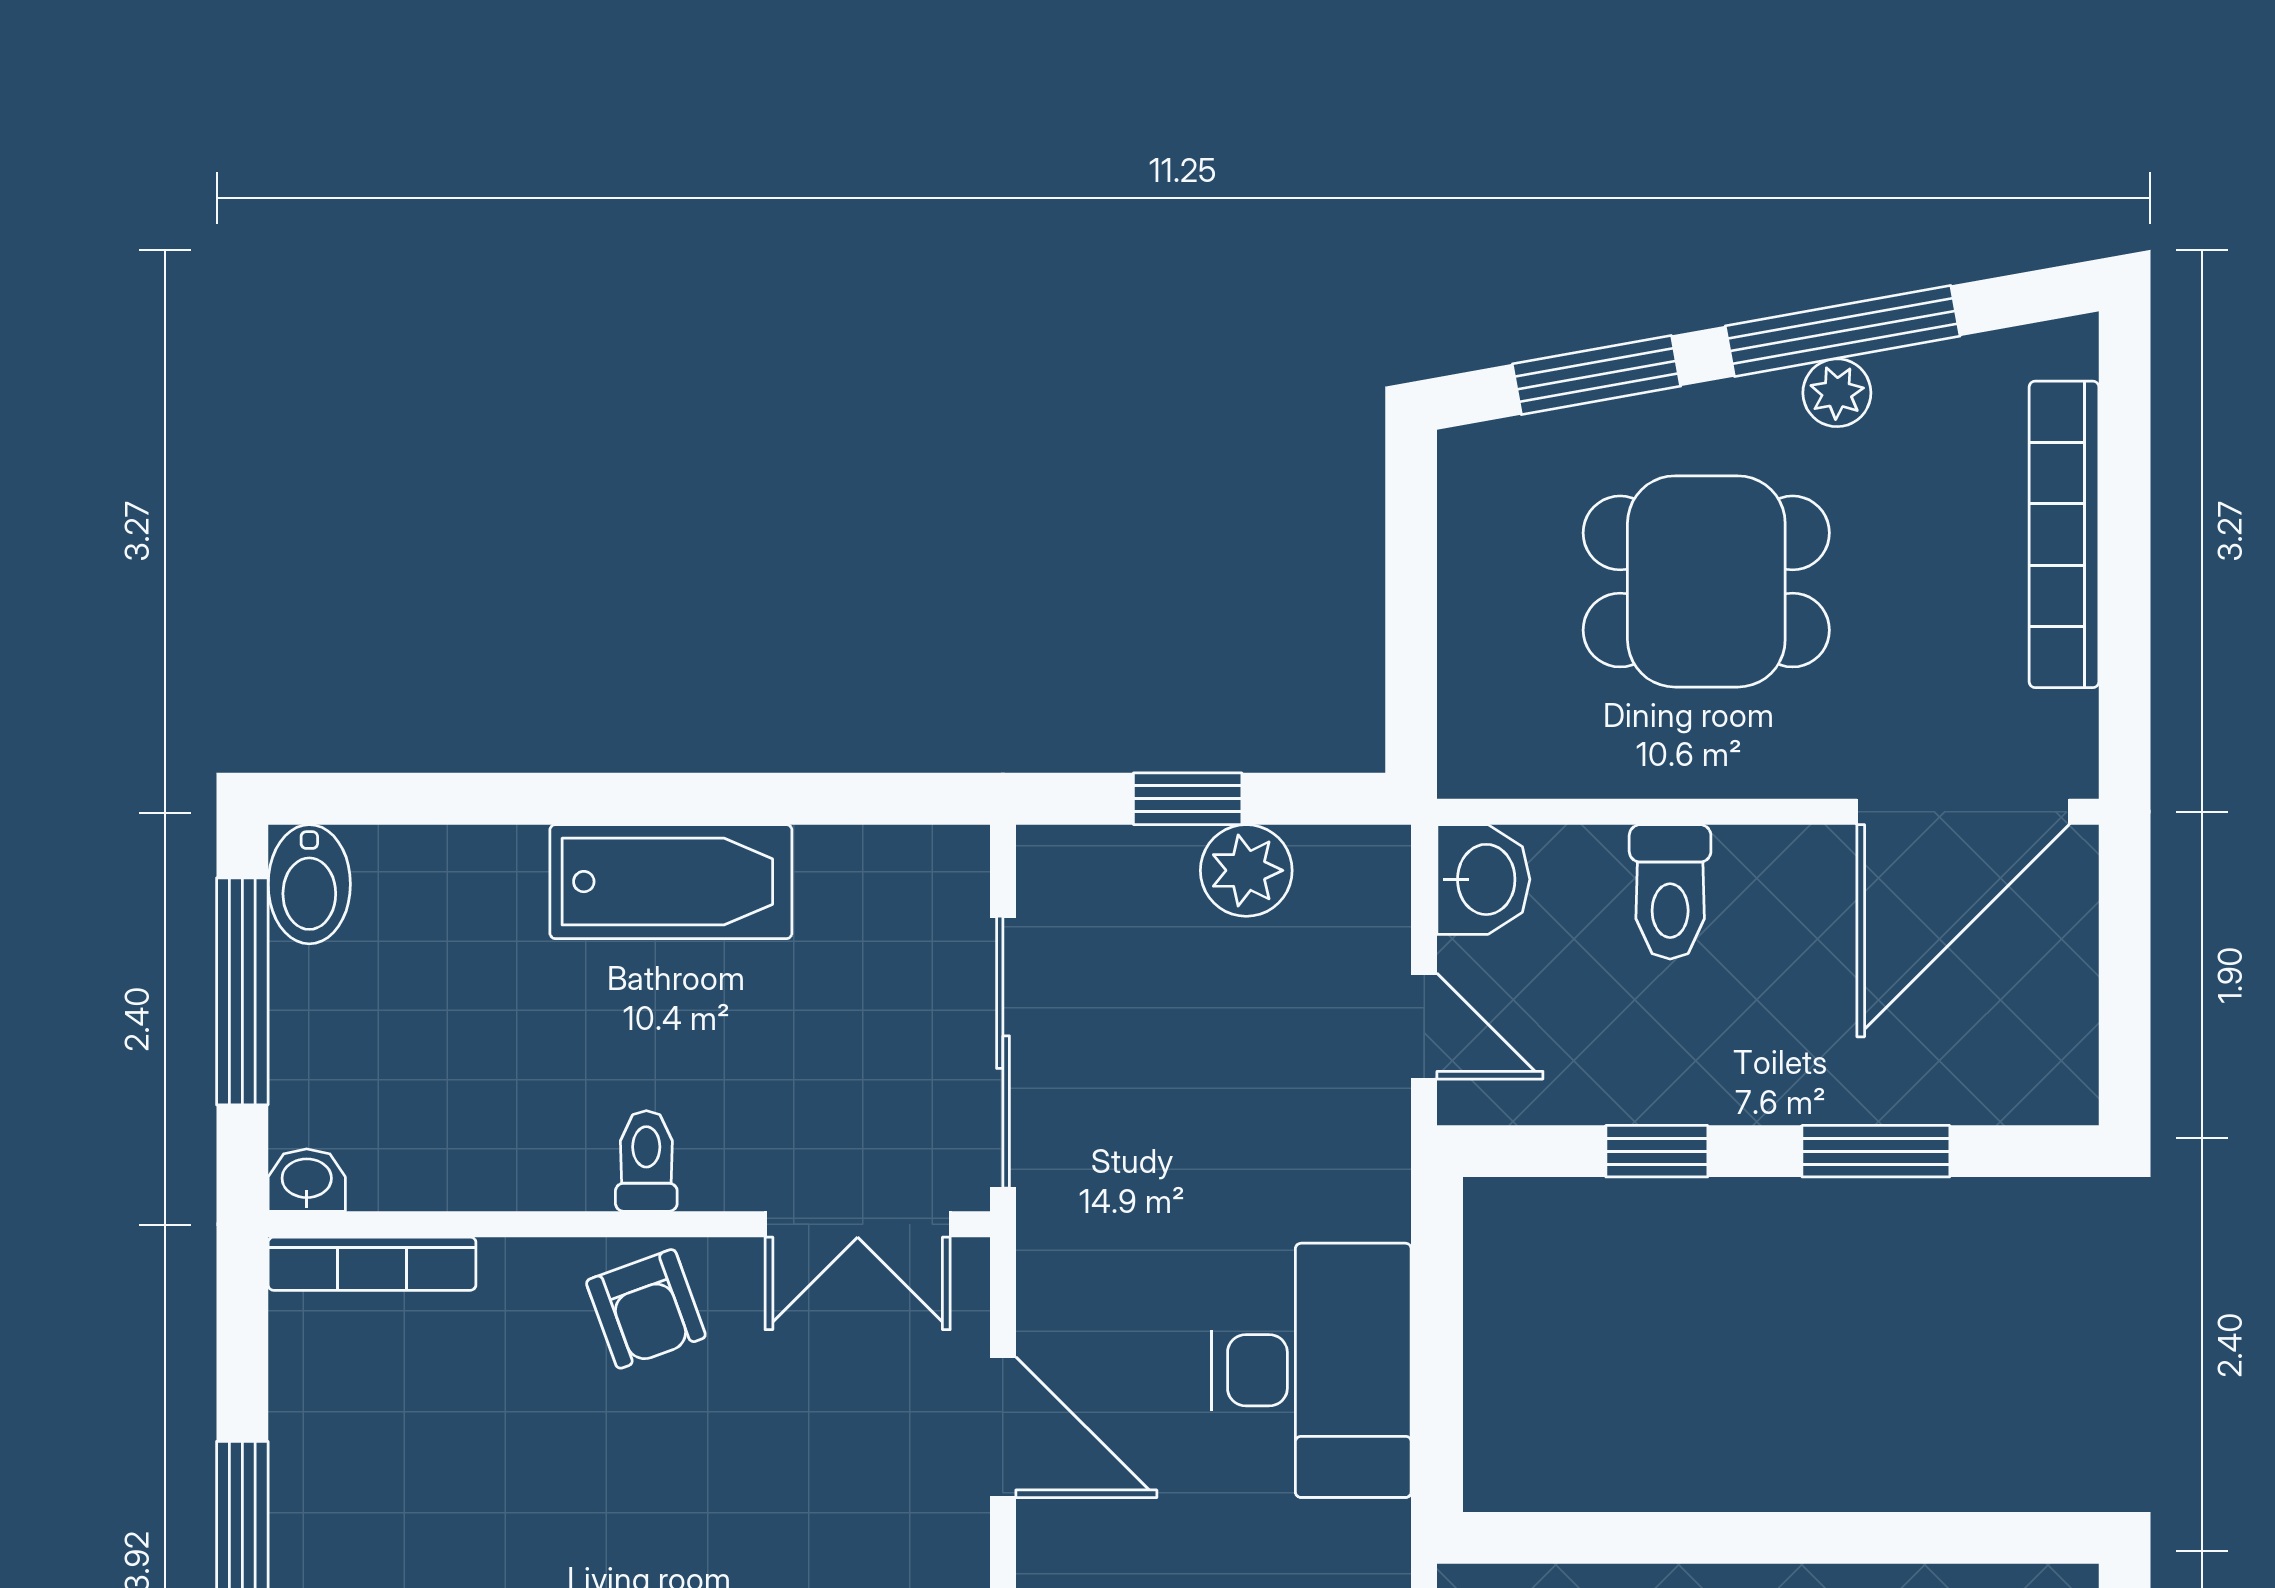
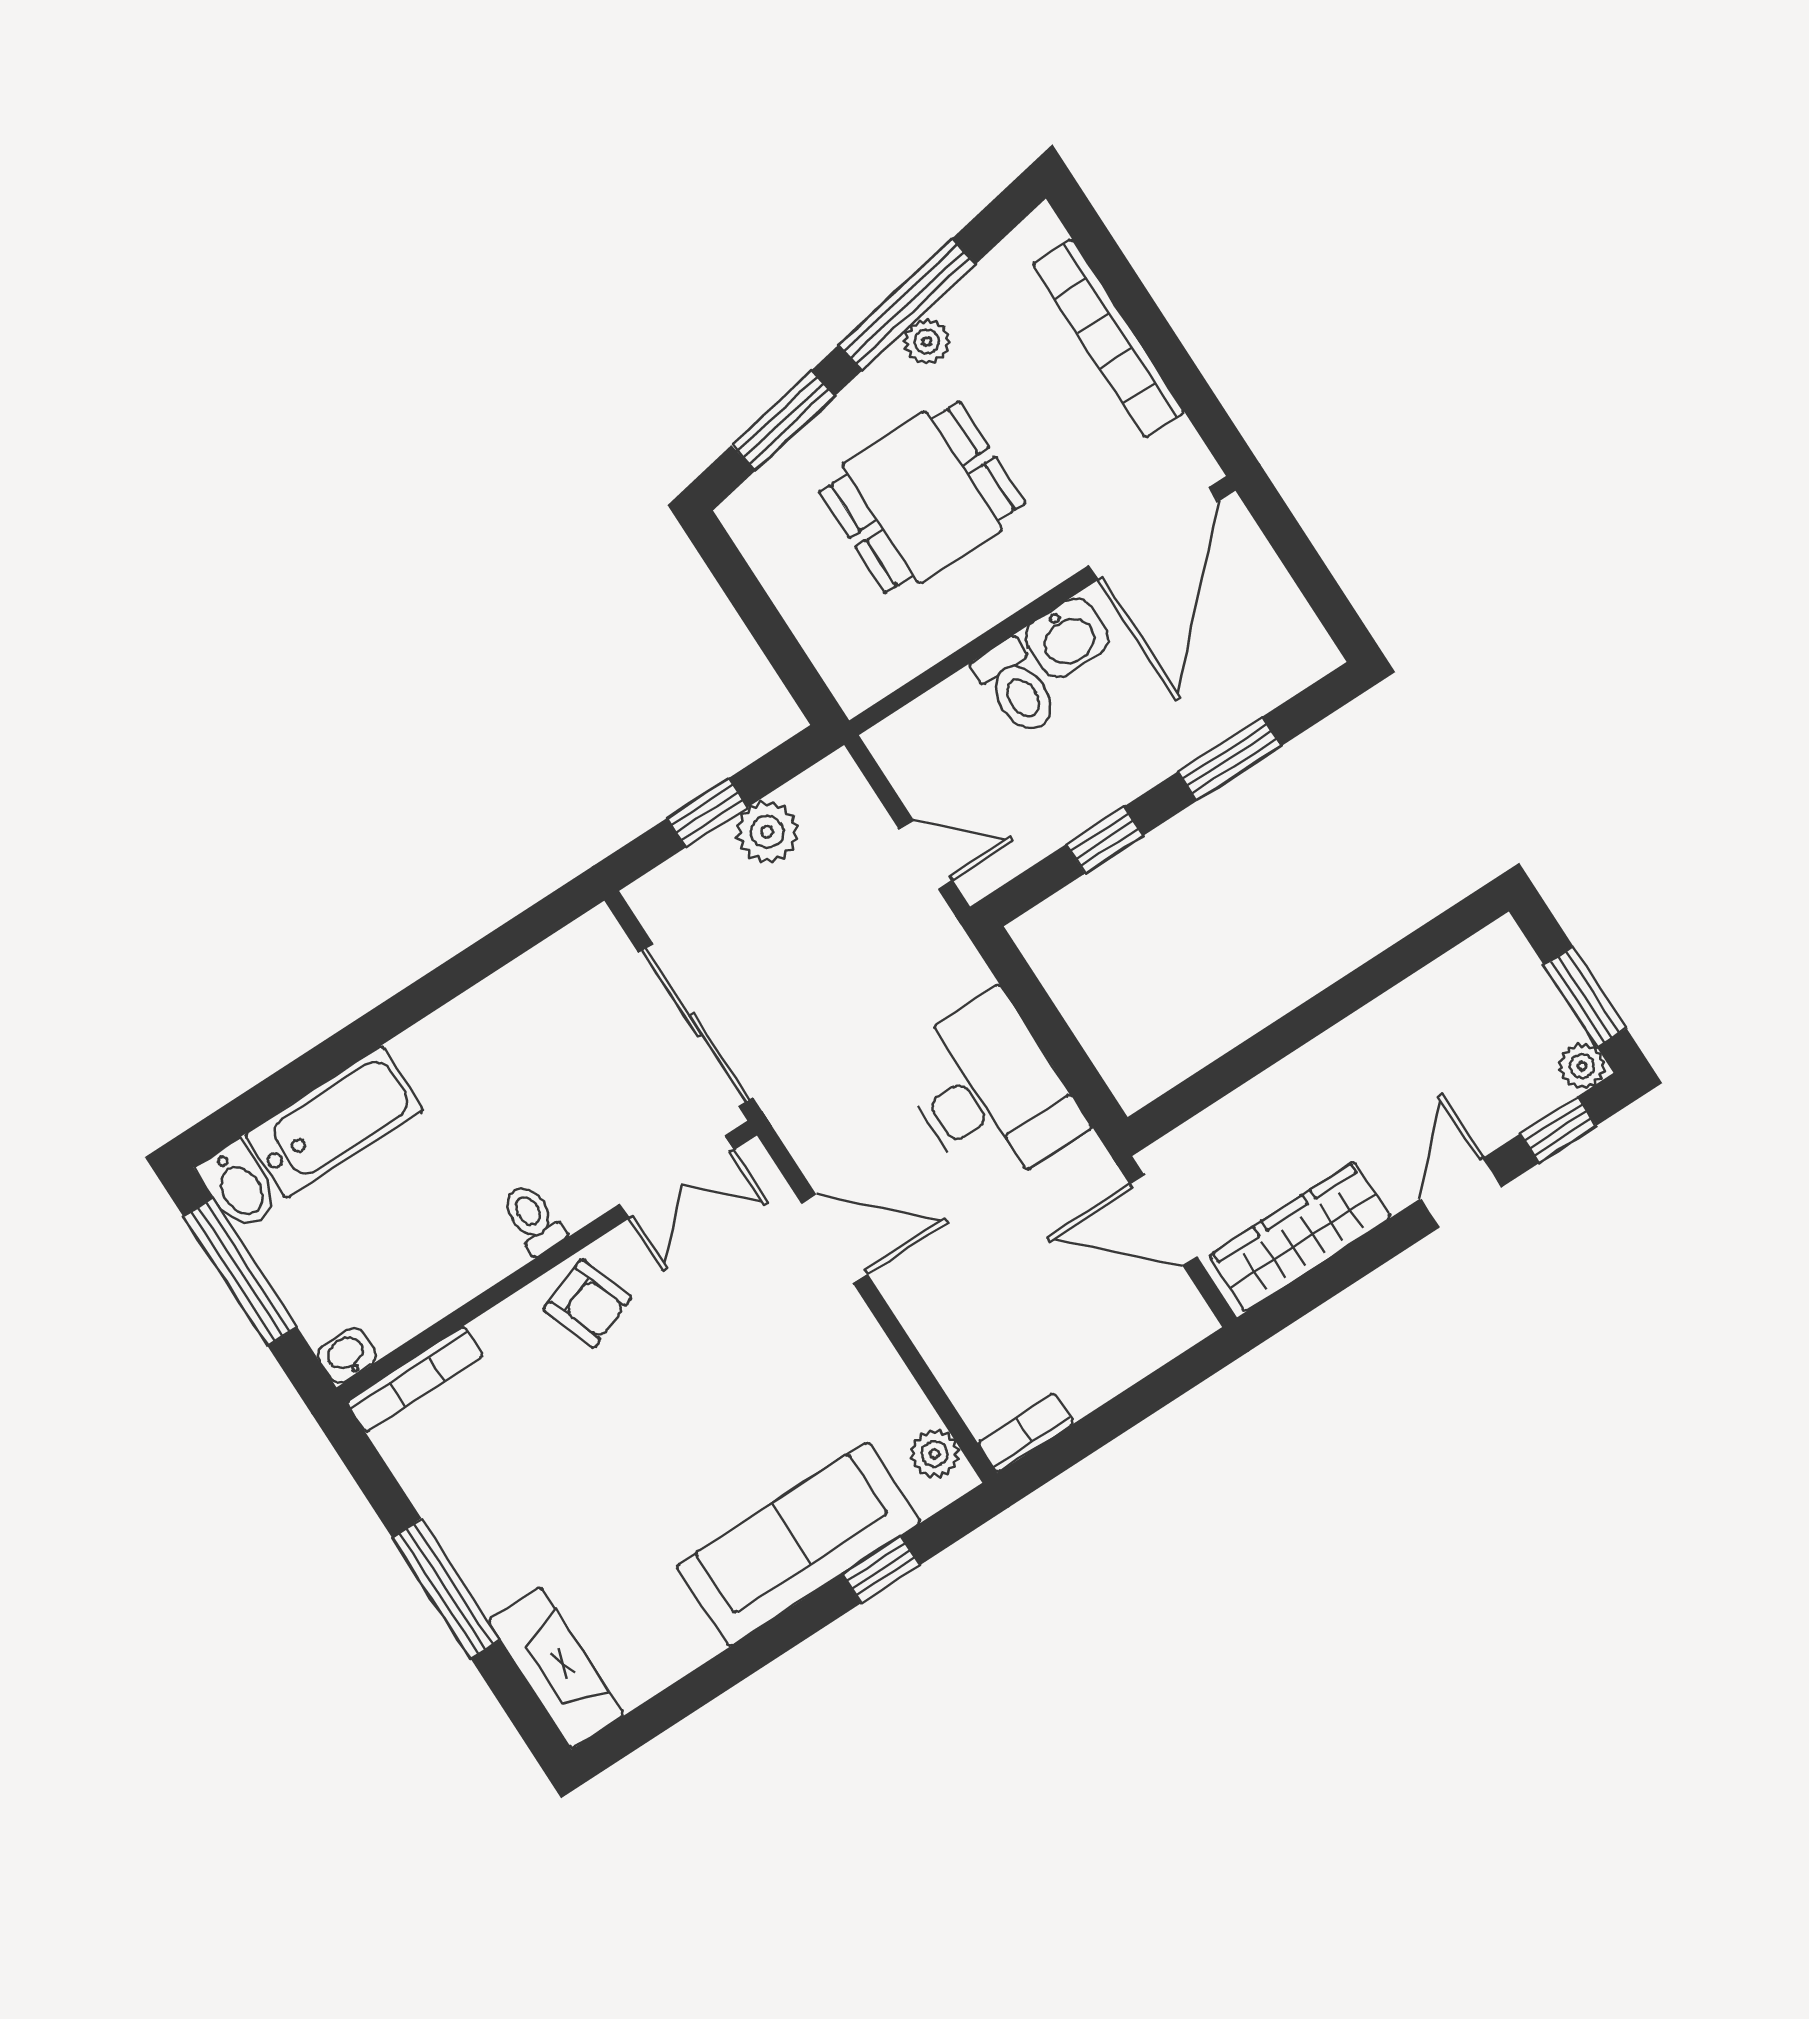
washbasin: (1483, 879) -> (1067, 638), moved, turned 90
bathtub: (671, 882) -> (334, 1122), moved

